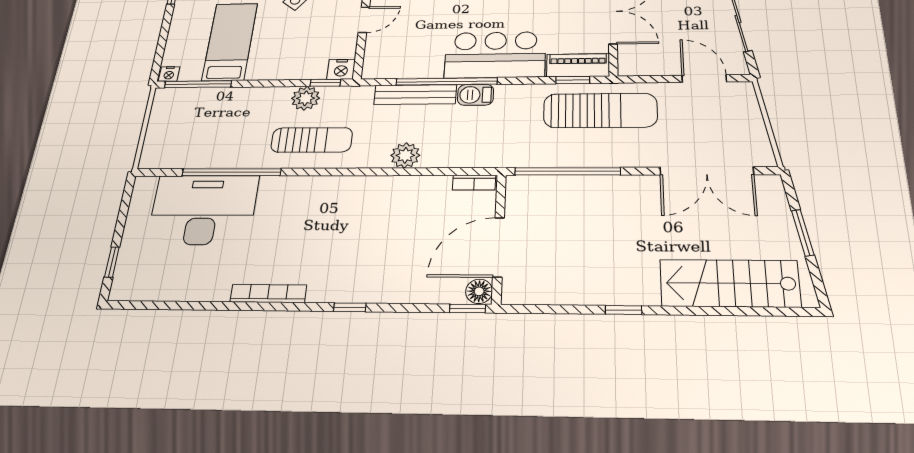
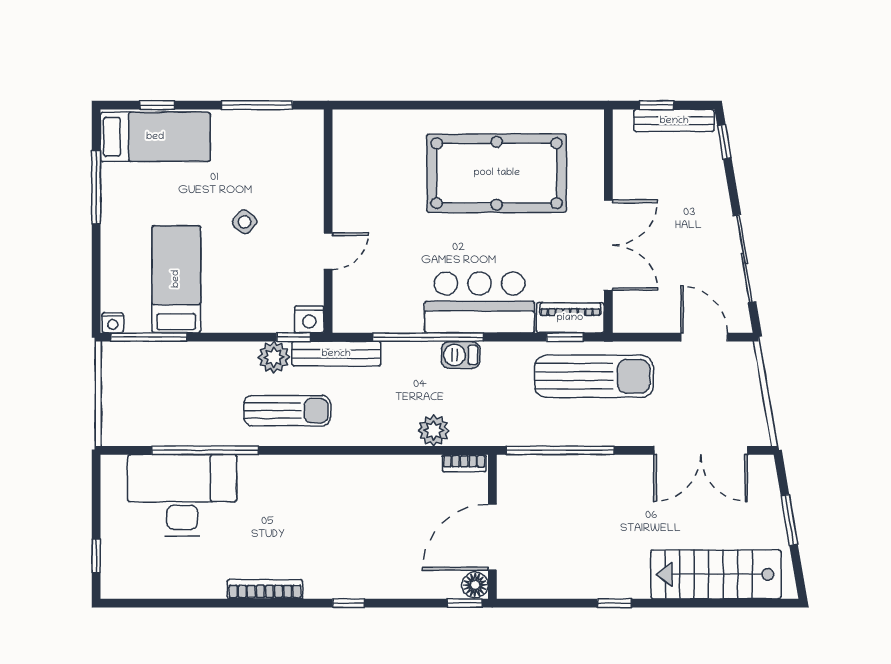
bench: (415, 95) -> (336, 354), moved
plant: (405, 155) -> (434, 430), moved

